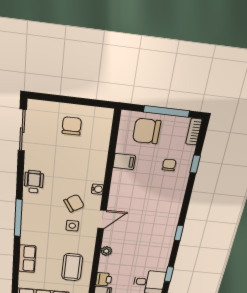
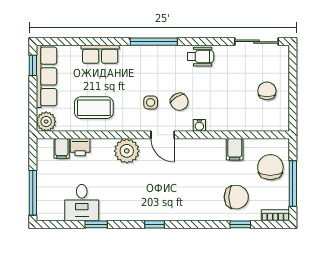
chair: (72, 126) -> (267, 91), turned -90
chair: (169, 165) -> (236, 197), width x1.87, depth x1.87
plant: (106, 251) -> (127, 151), width x1.88, depth x1.88

